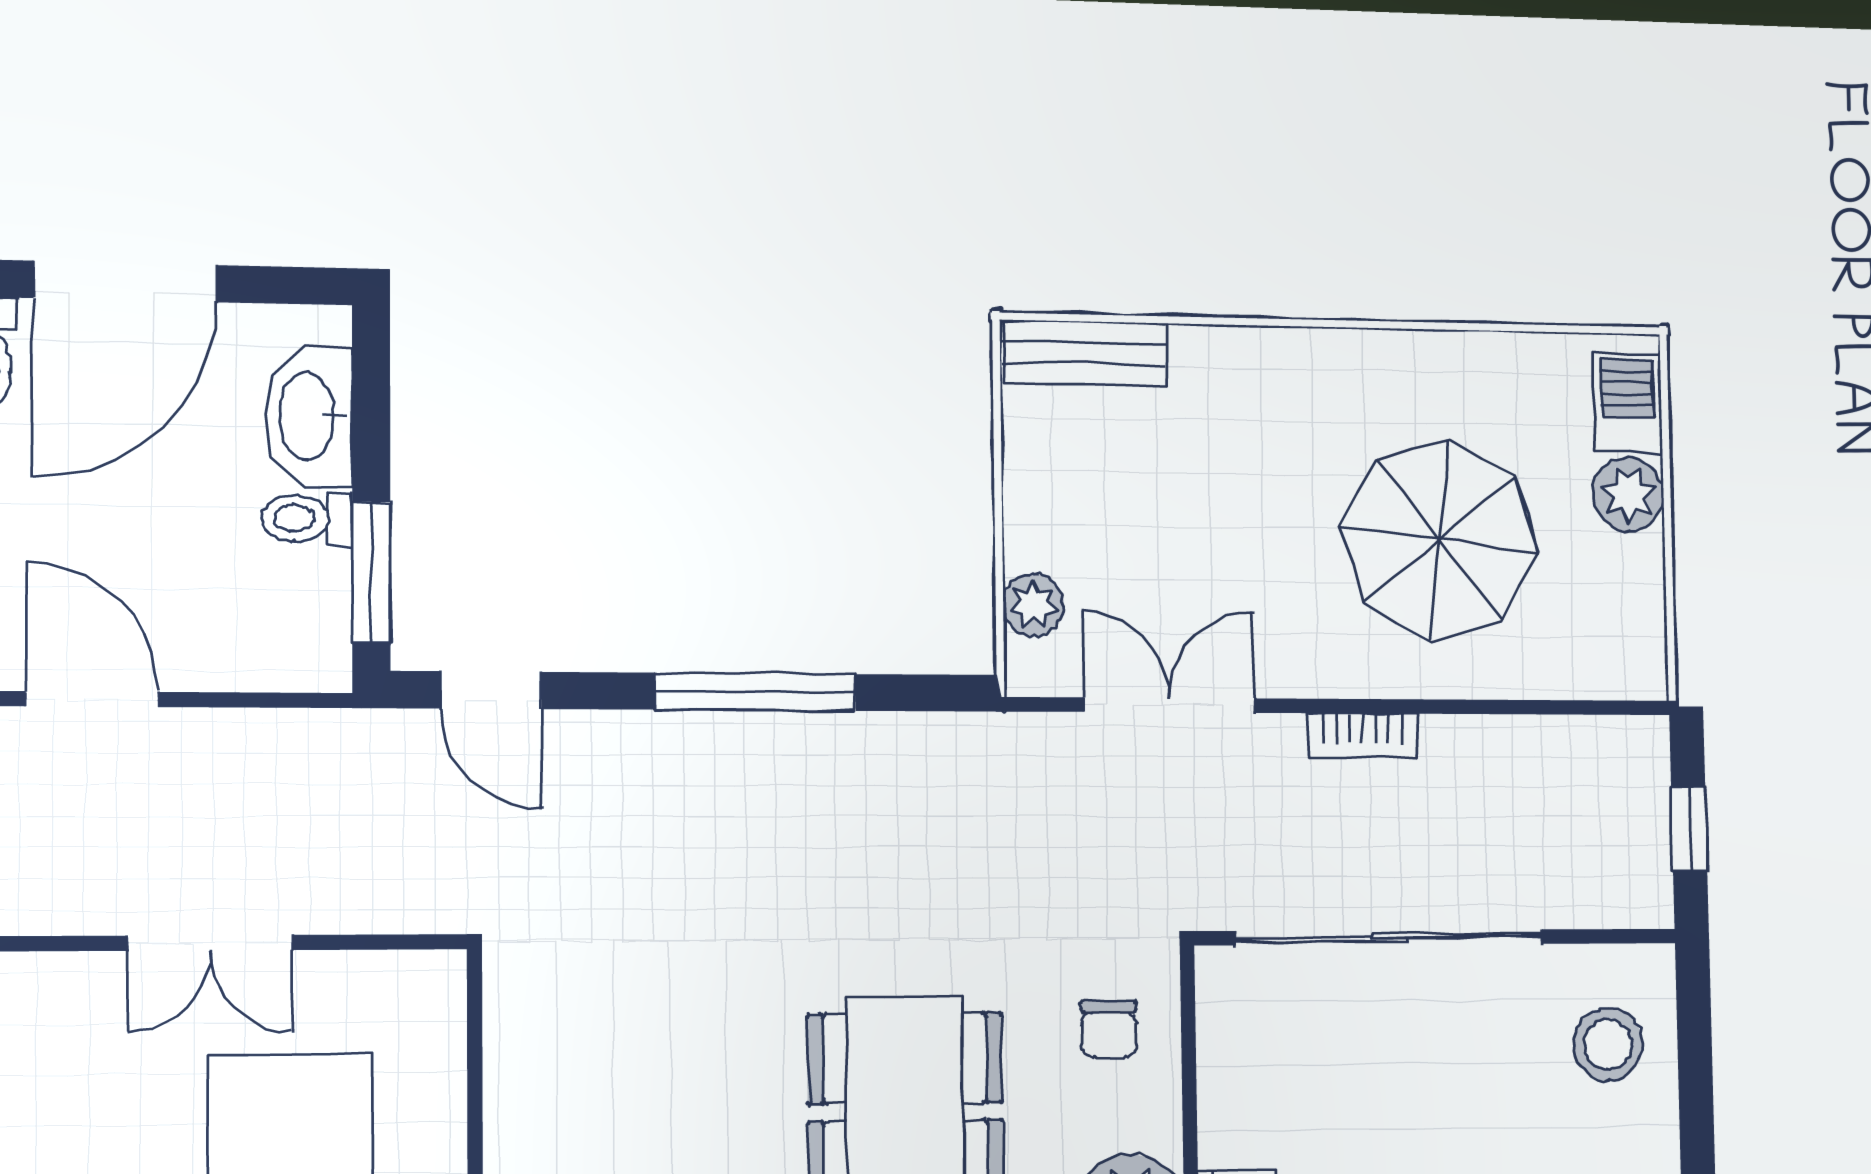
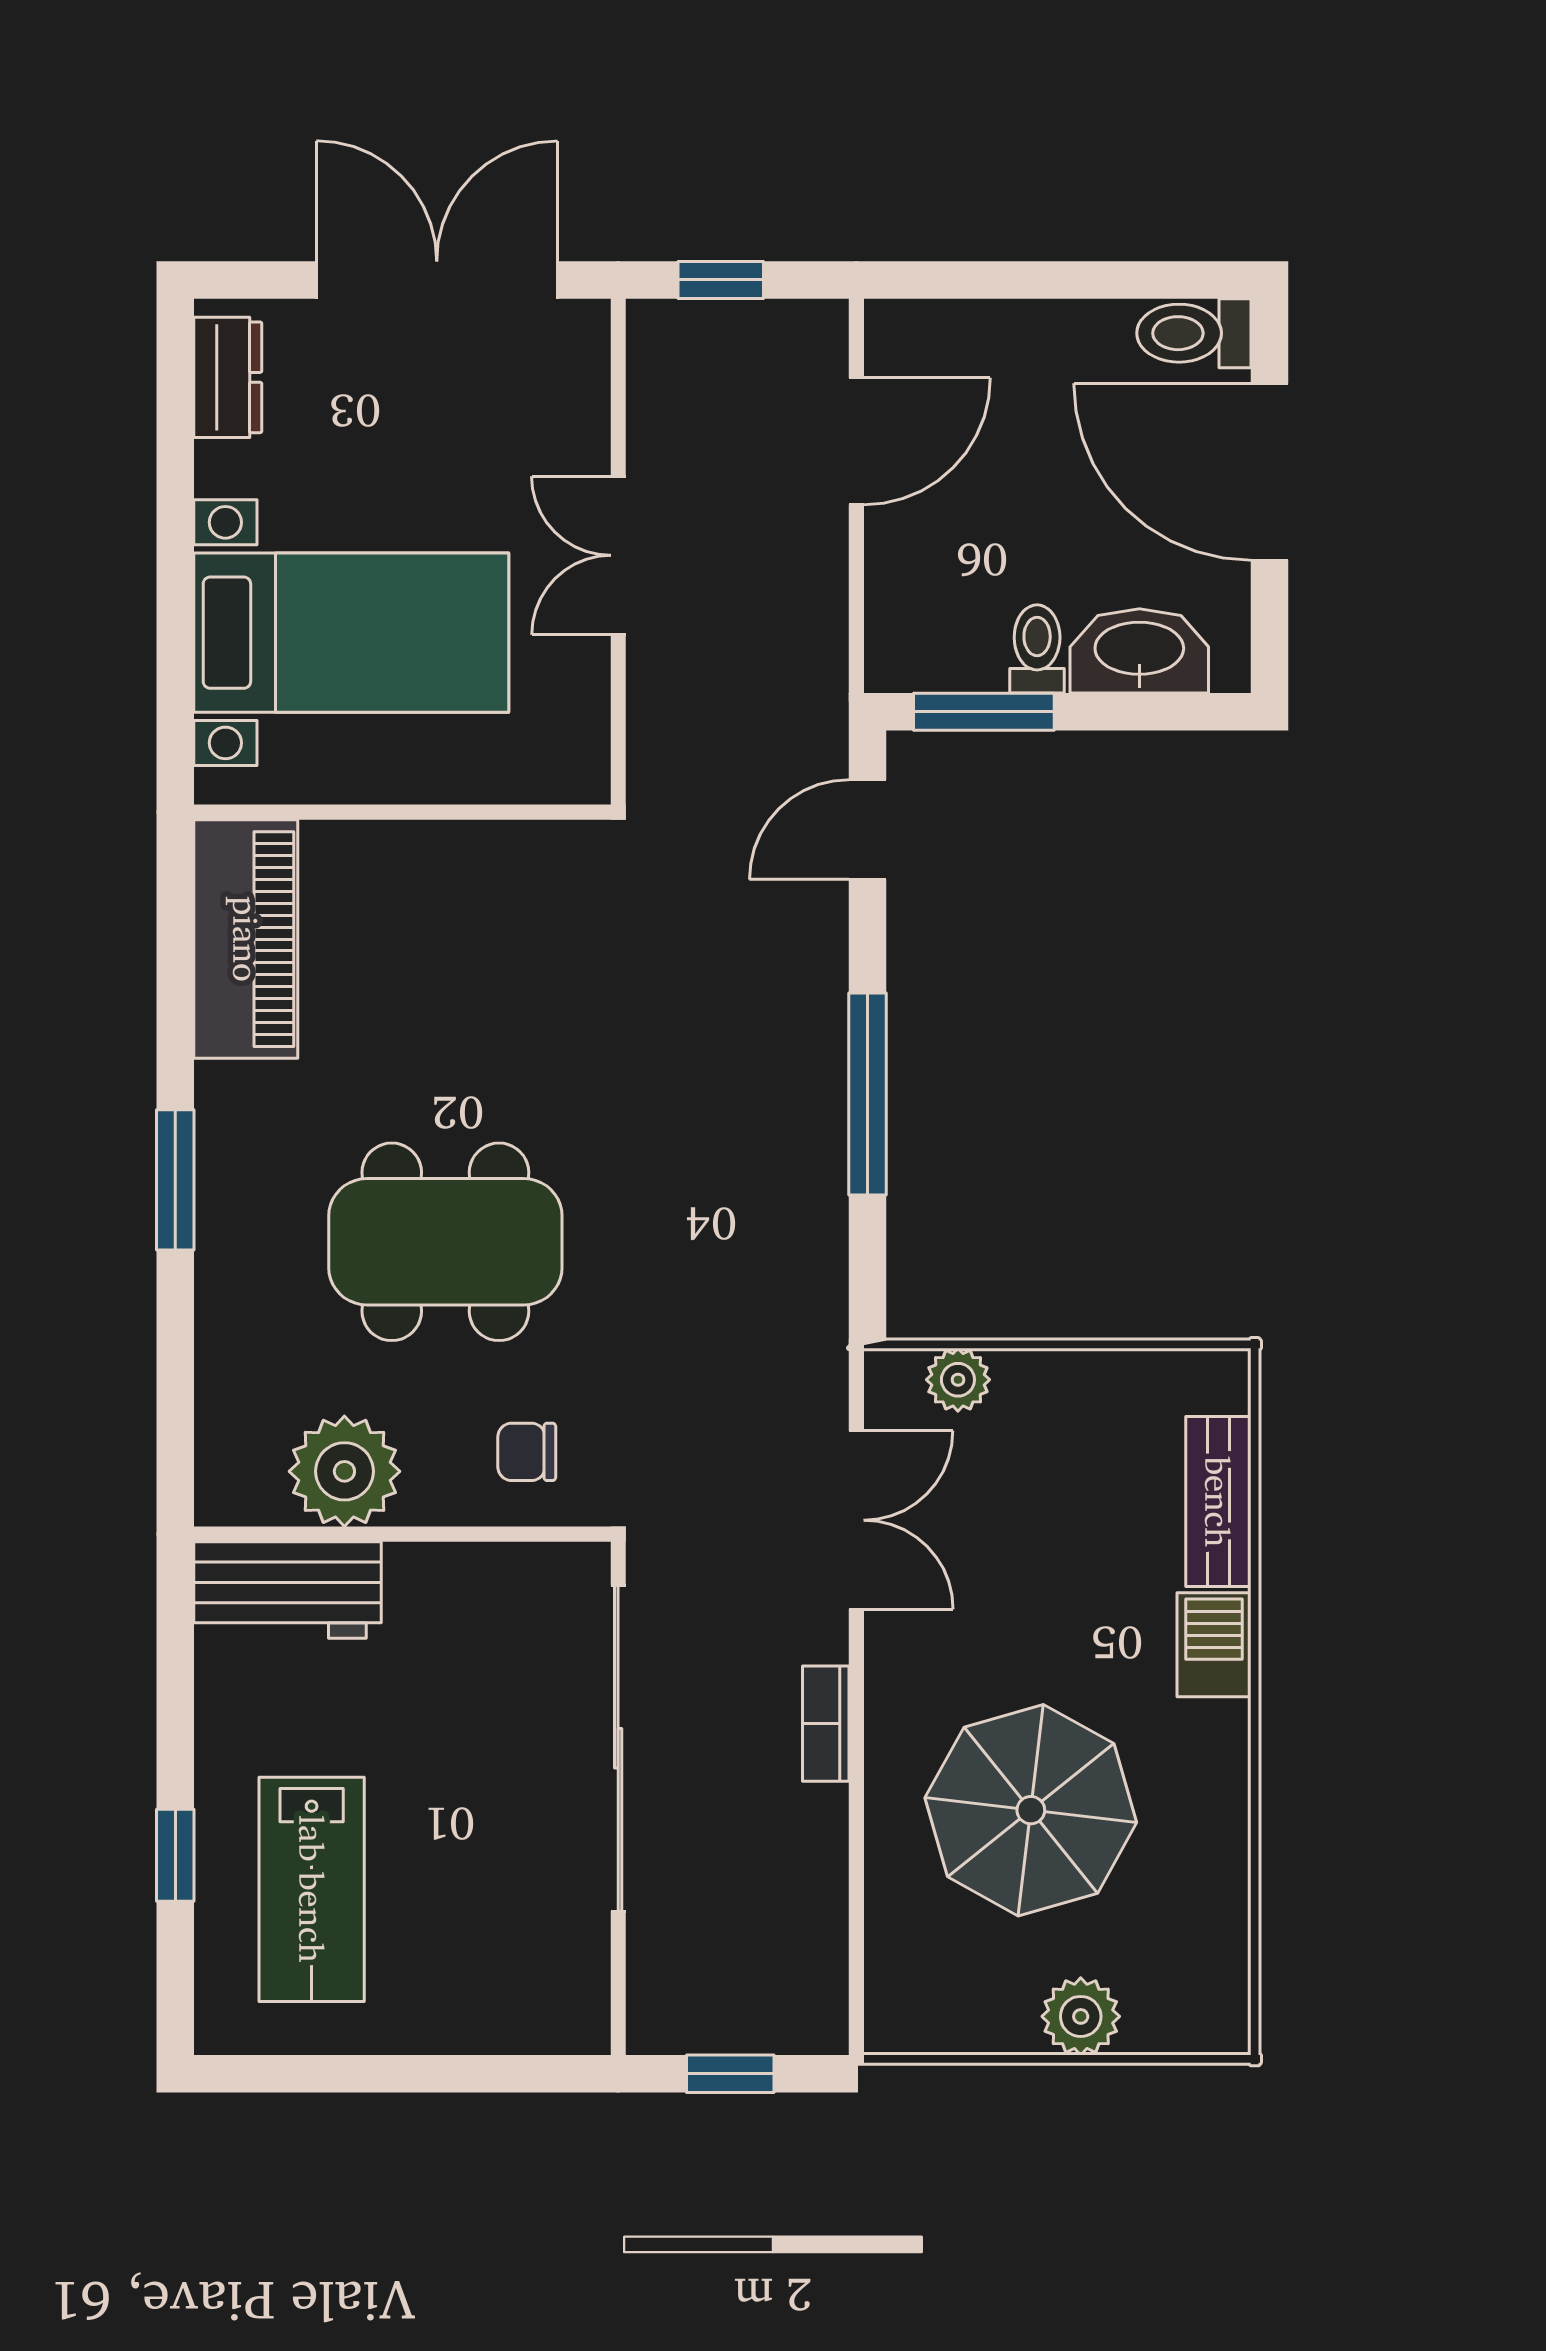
bench: (1085, 353) -> (1218, 1502), moved
barbecue: (1628, 403) -> (1214, 1645), moved, turned -90
stool: (1608, 1045) -> (506, 1980), removed

